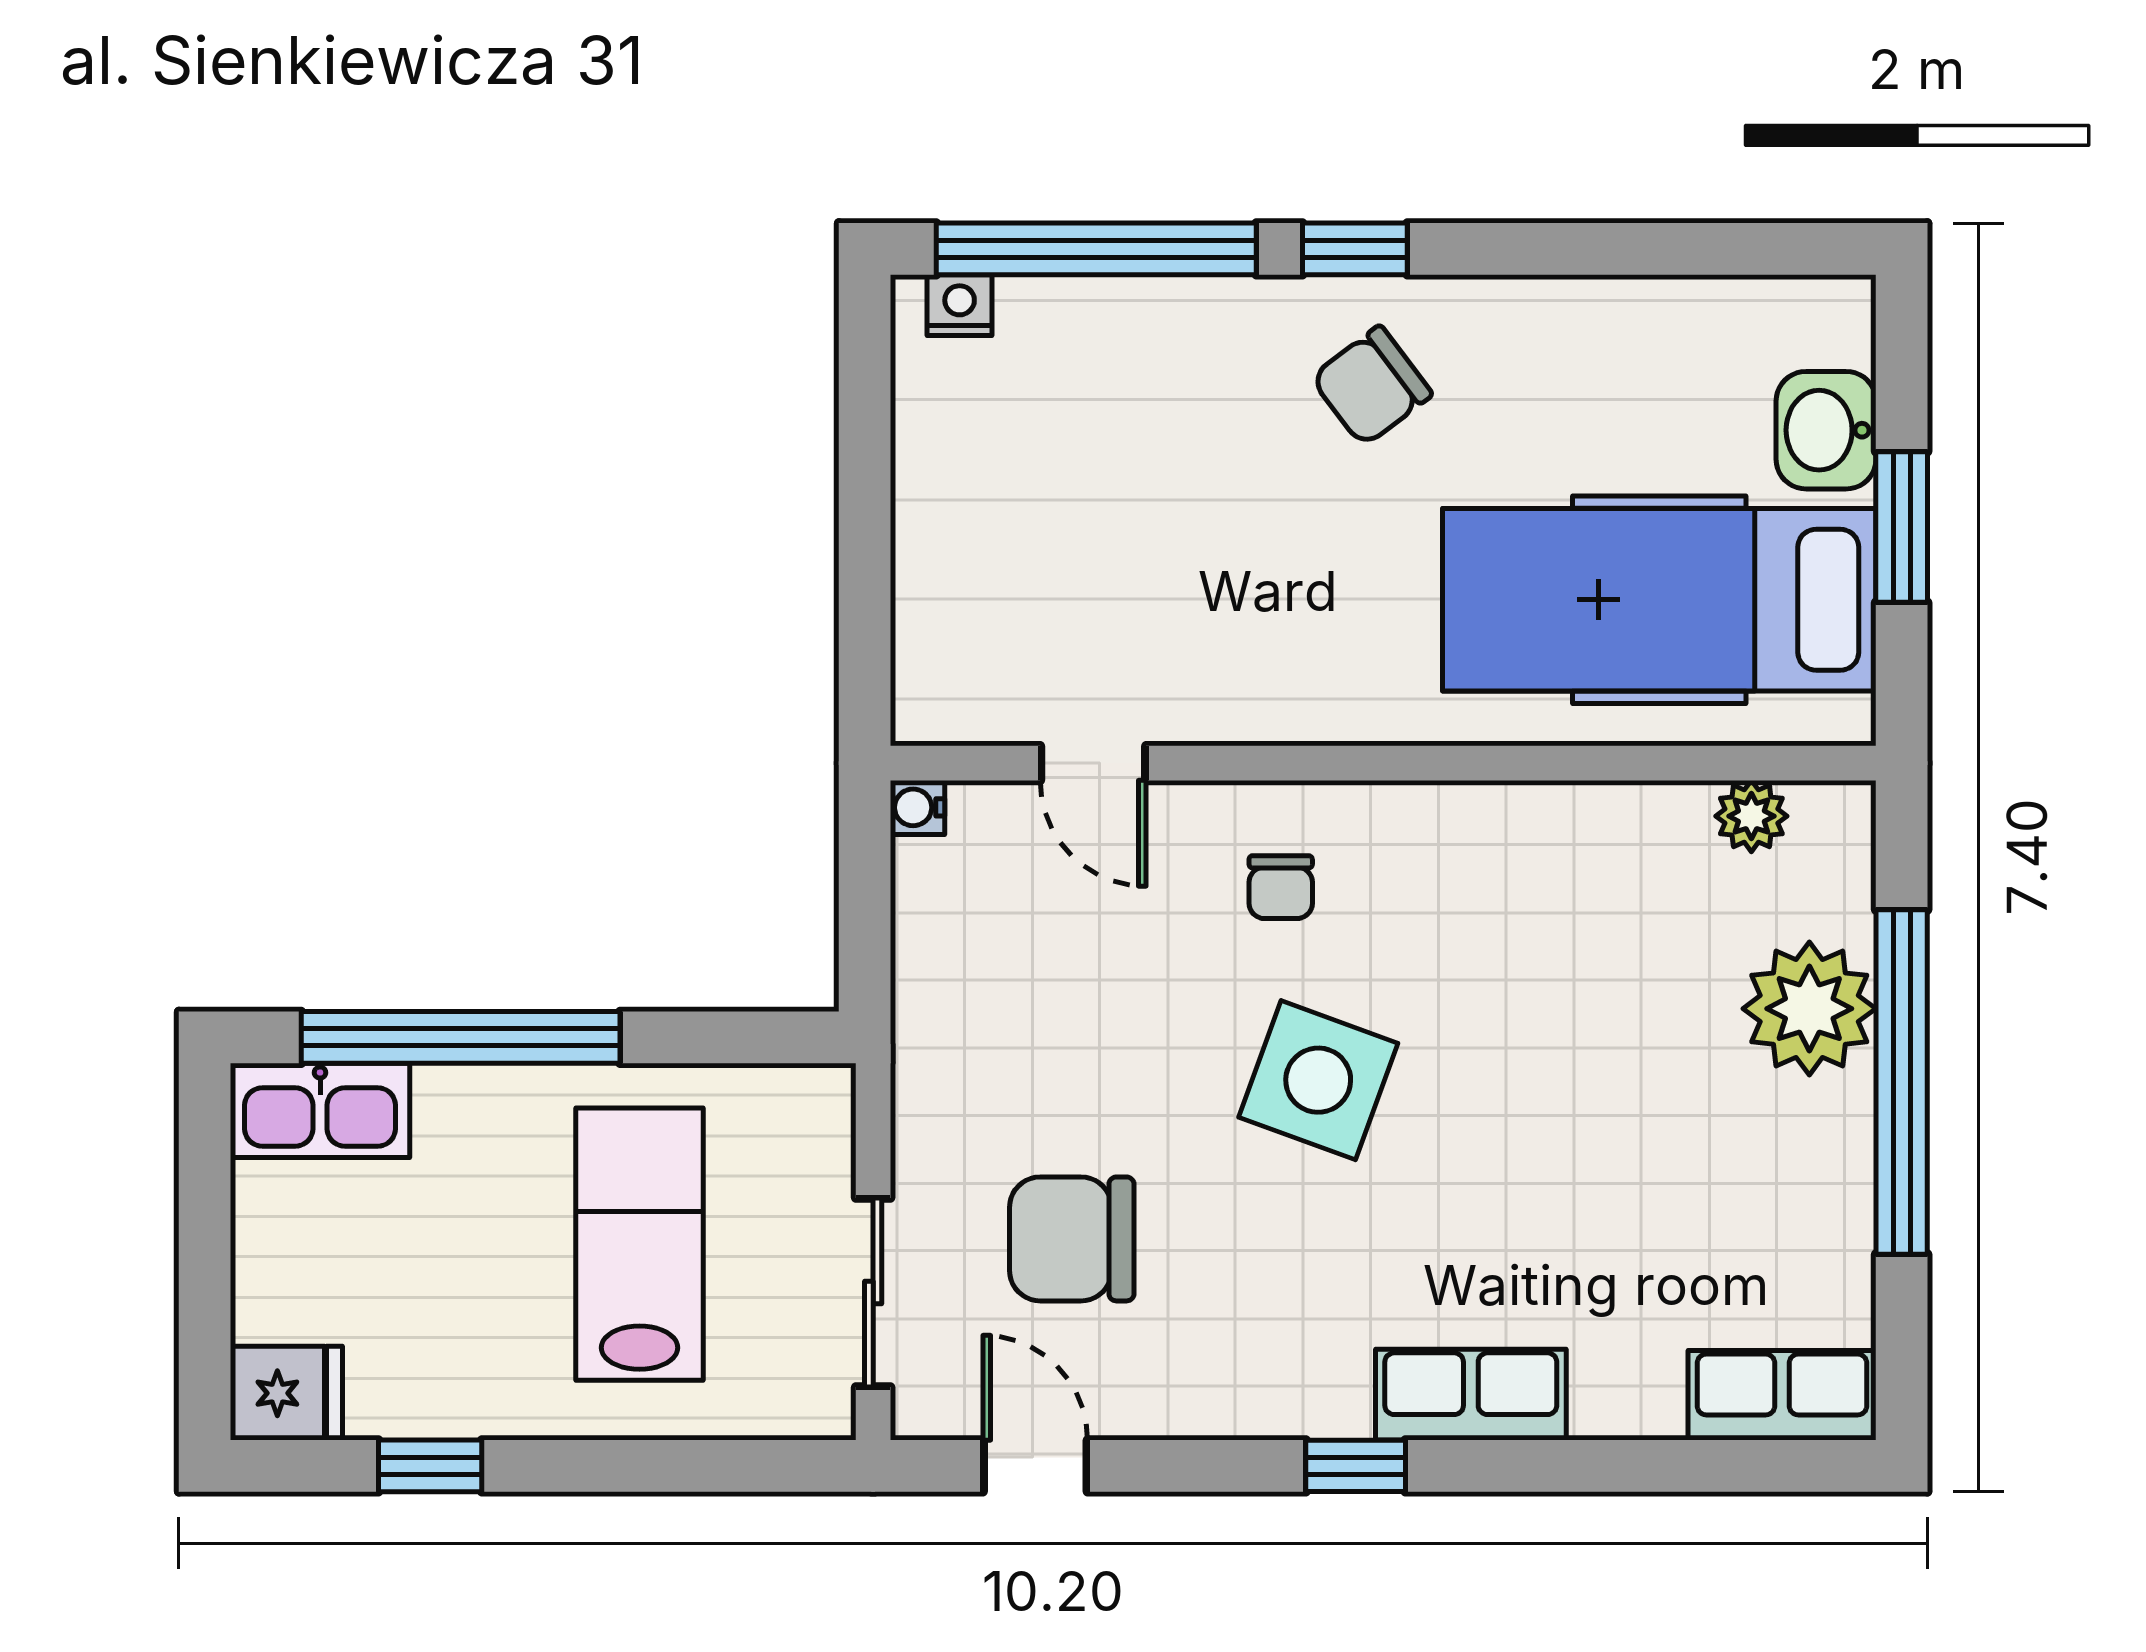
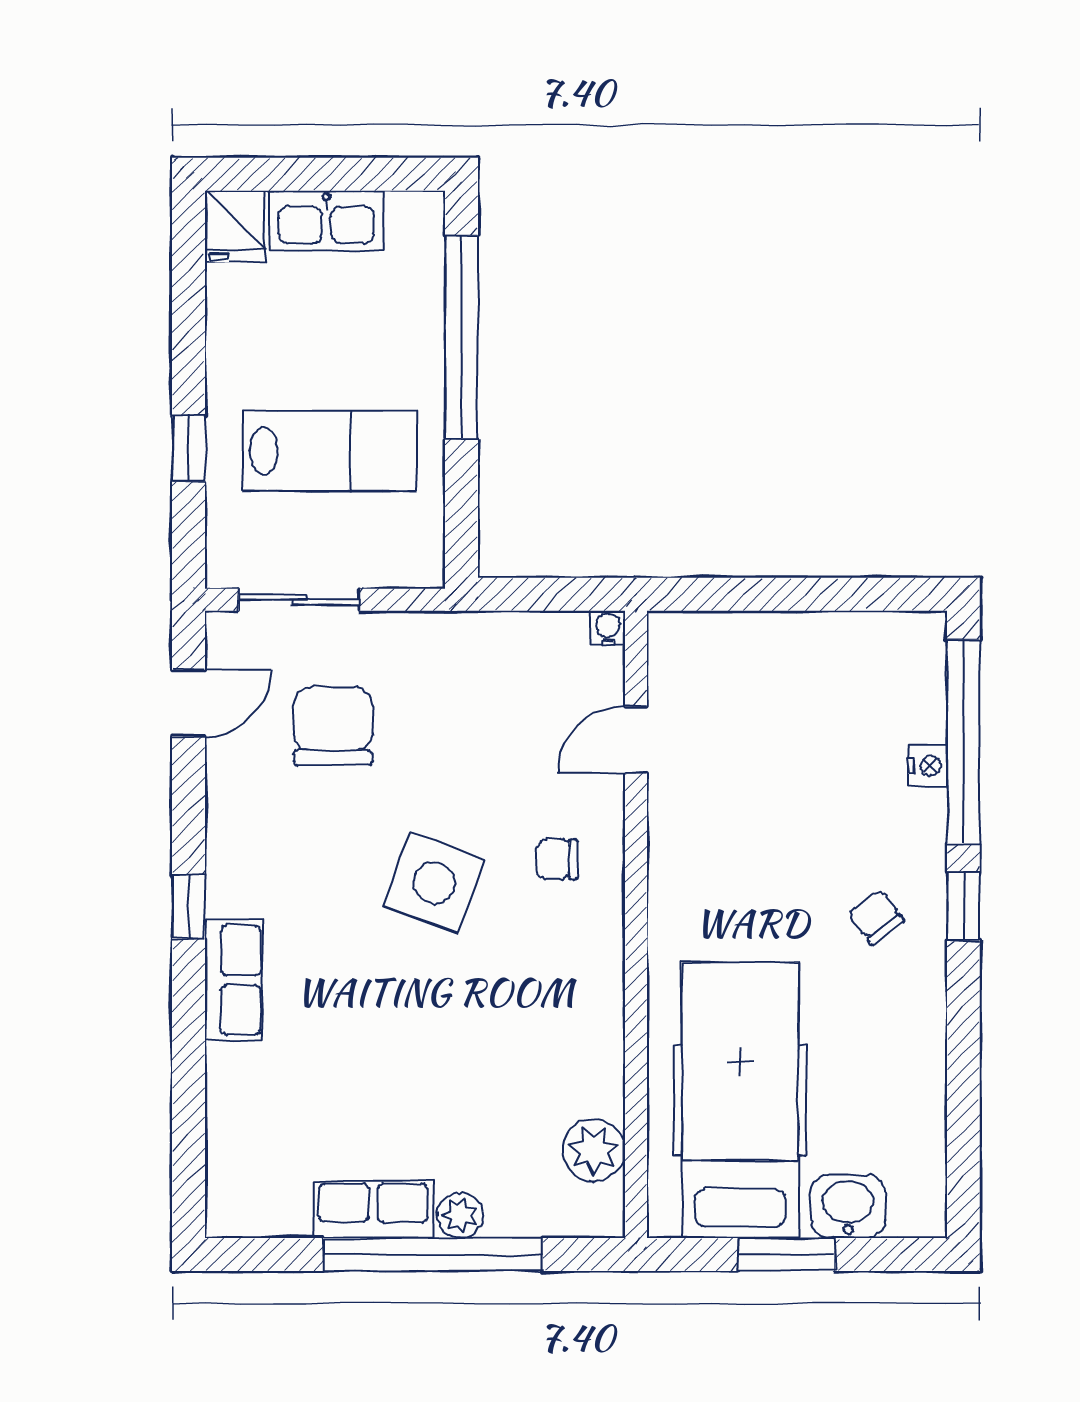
nightstand: (960, 305) -> (928, 766), moved
chair: (1371, 386) -> (876, 917), width x0.73, depth x0.73
plant: (1751, 816) -> (594, 1150), width x1.38, depth x1.38
plant: (1809, 1009) -> (460, 1216), width x0.53, depth x0.53
kitchen sink: (320, 1110) -> (326, 221), moved, turned -90
row of seats: (1782, 1395) -> (373, 1210), moved, turned -90
window: (430, 1466) -> (189, 448), moved

